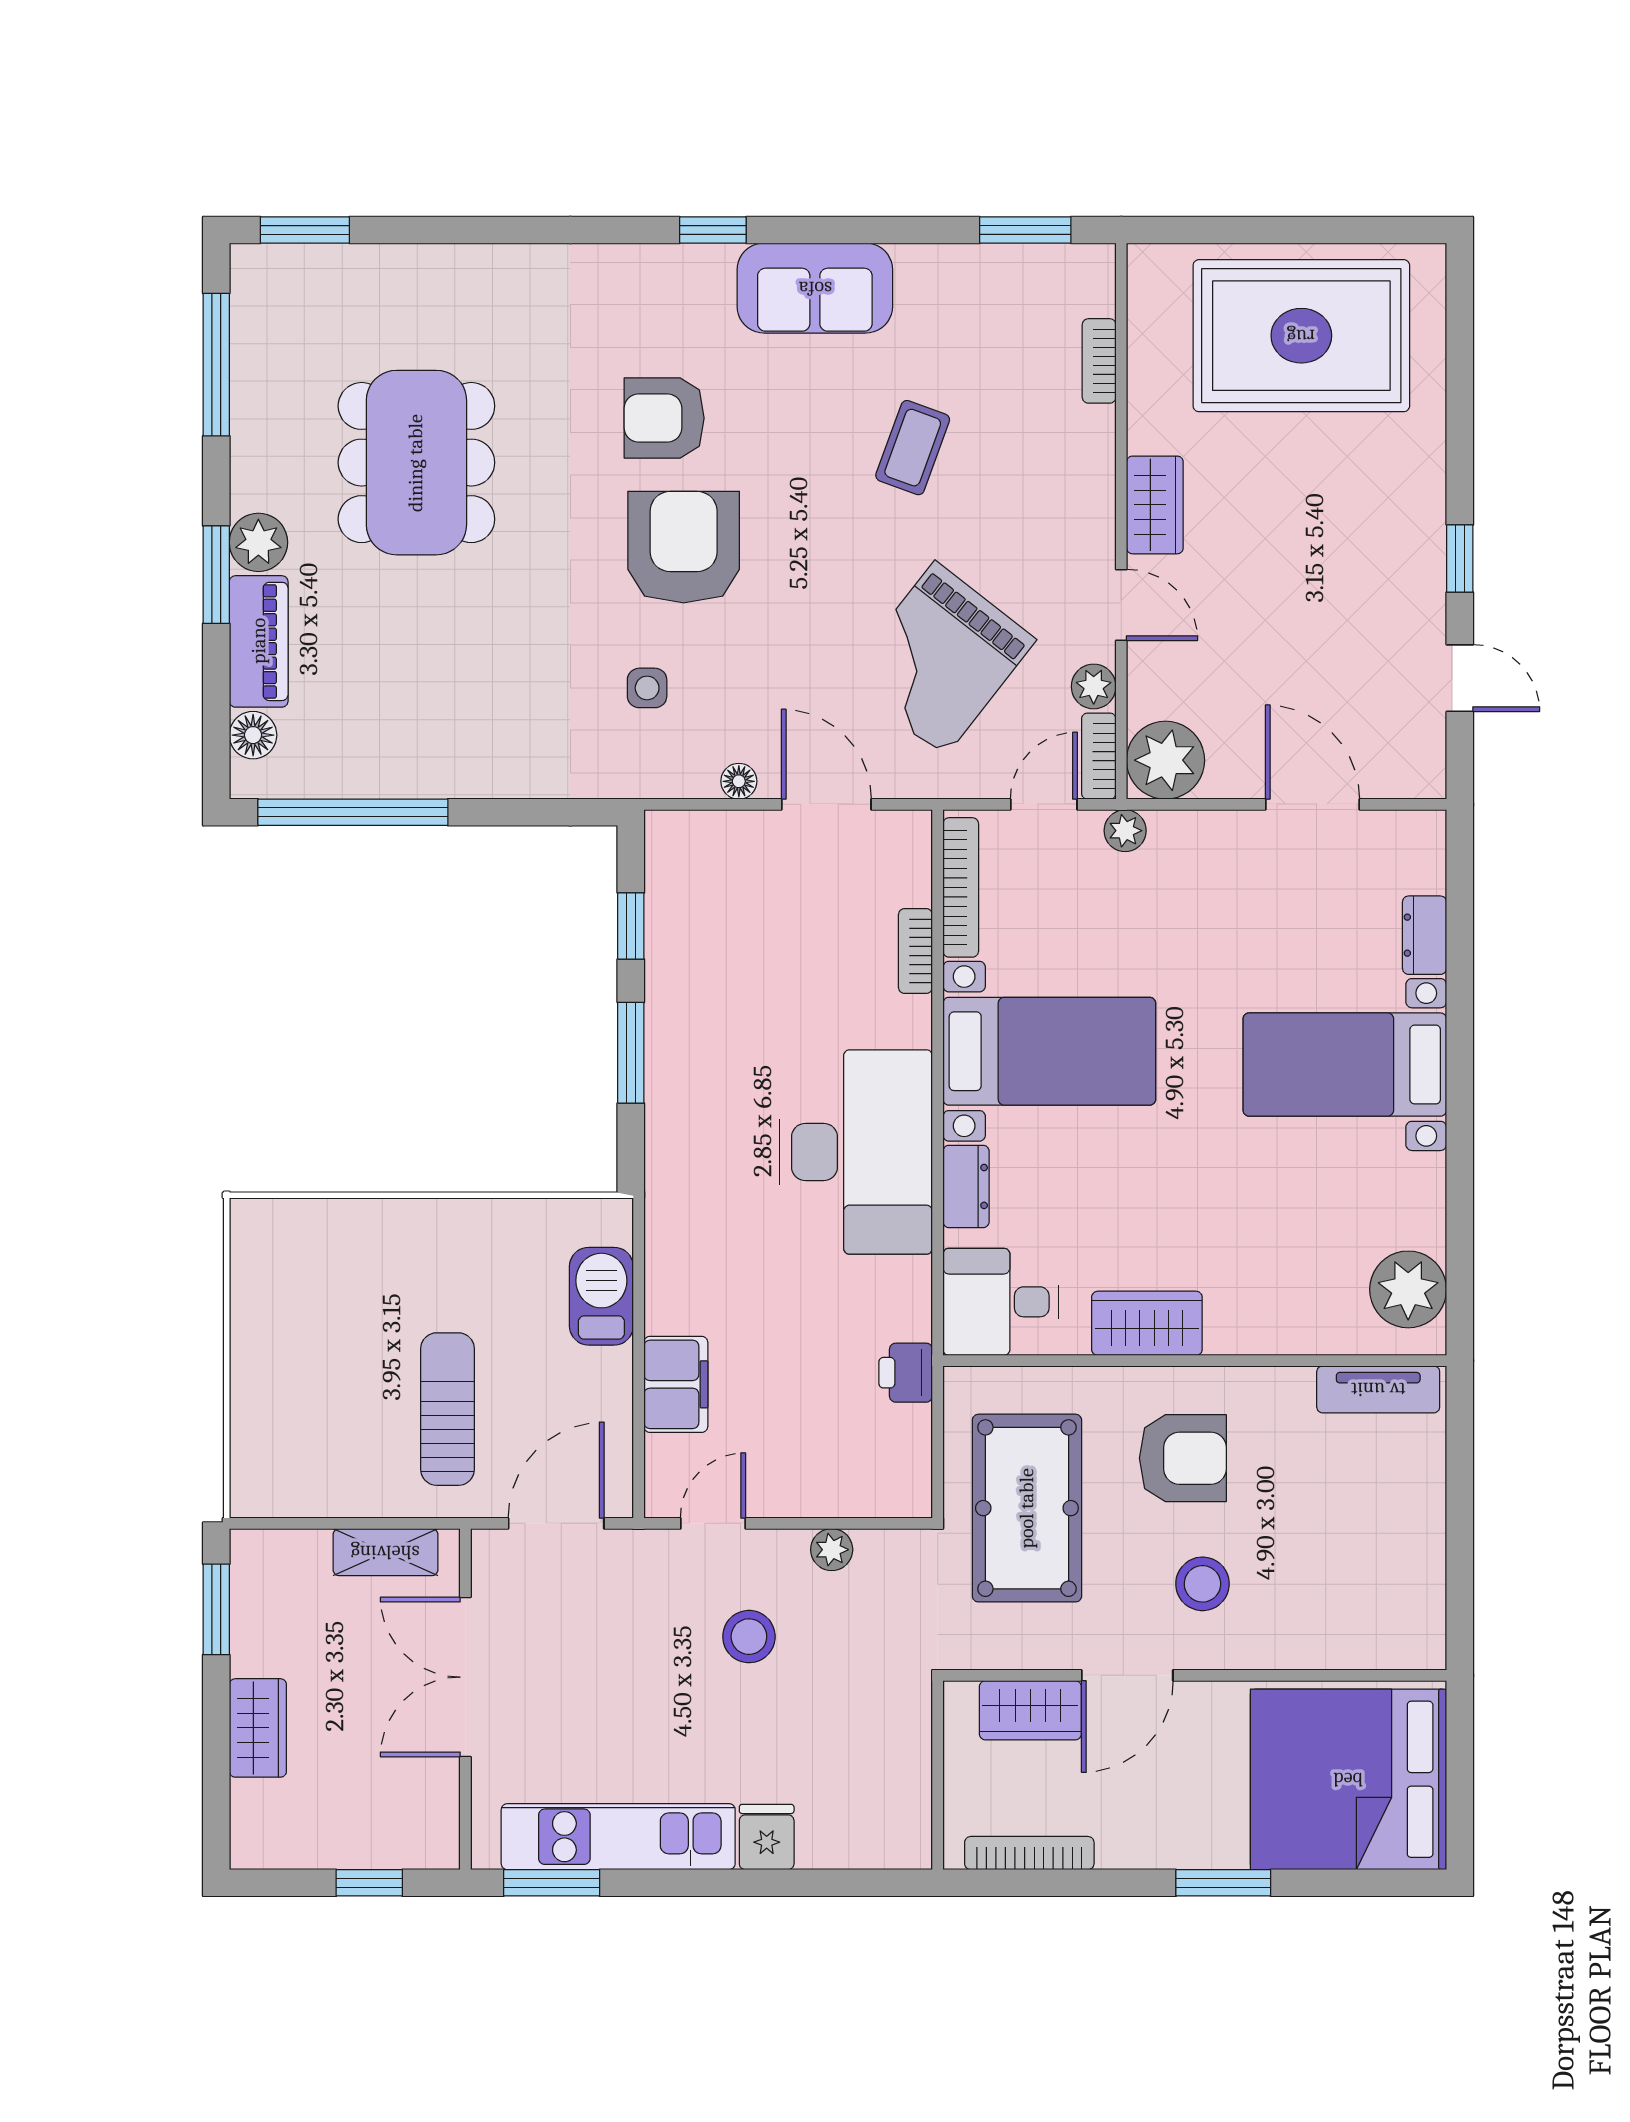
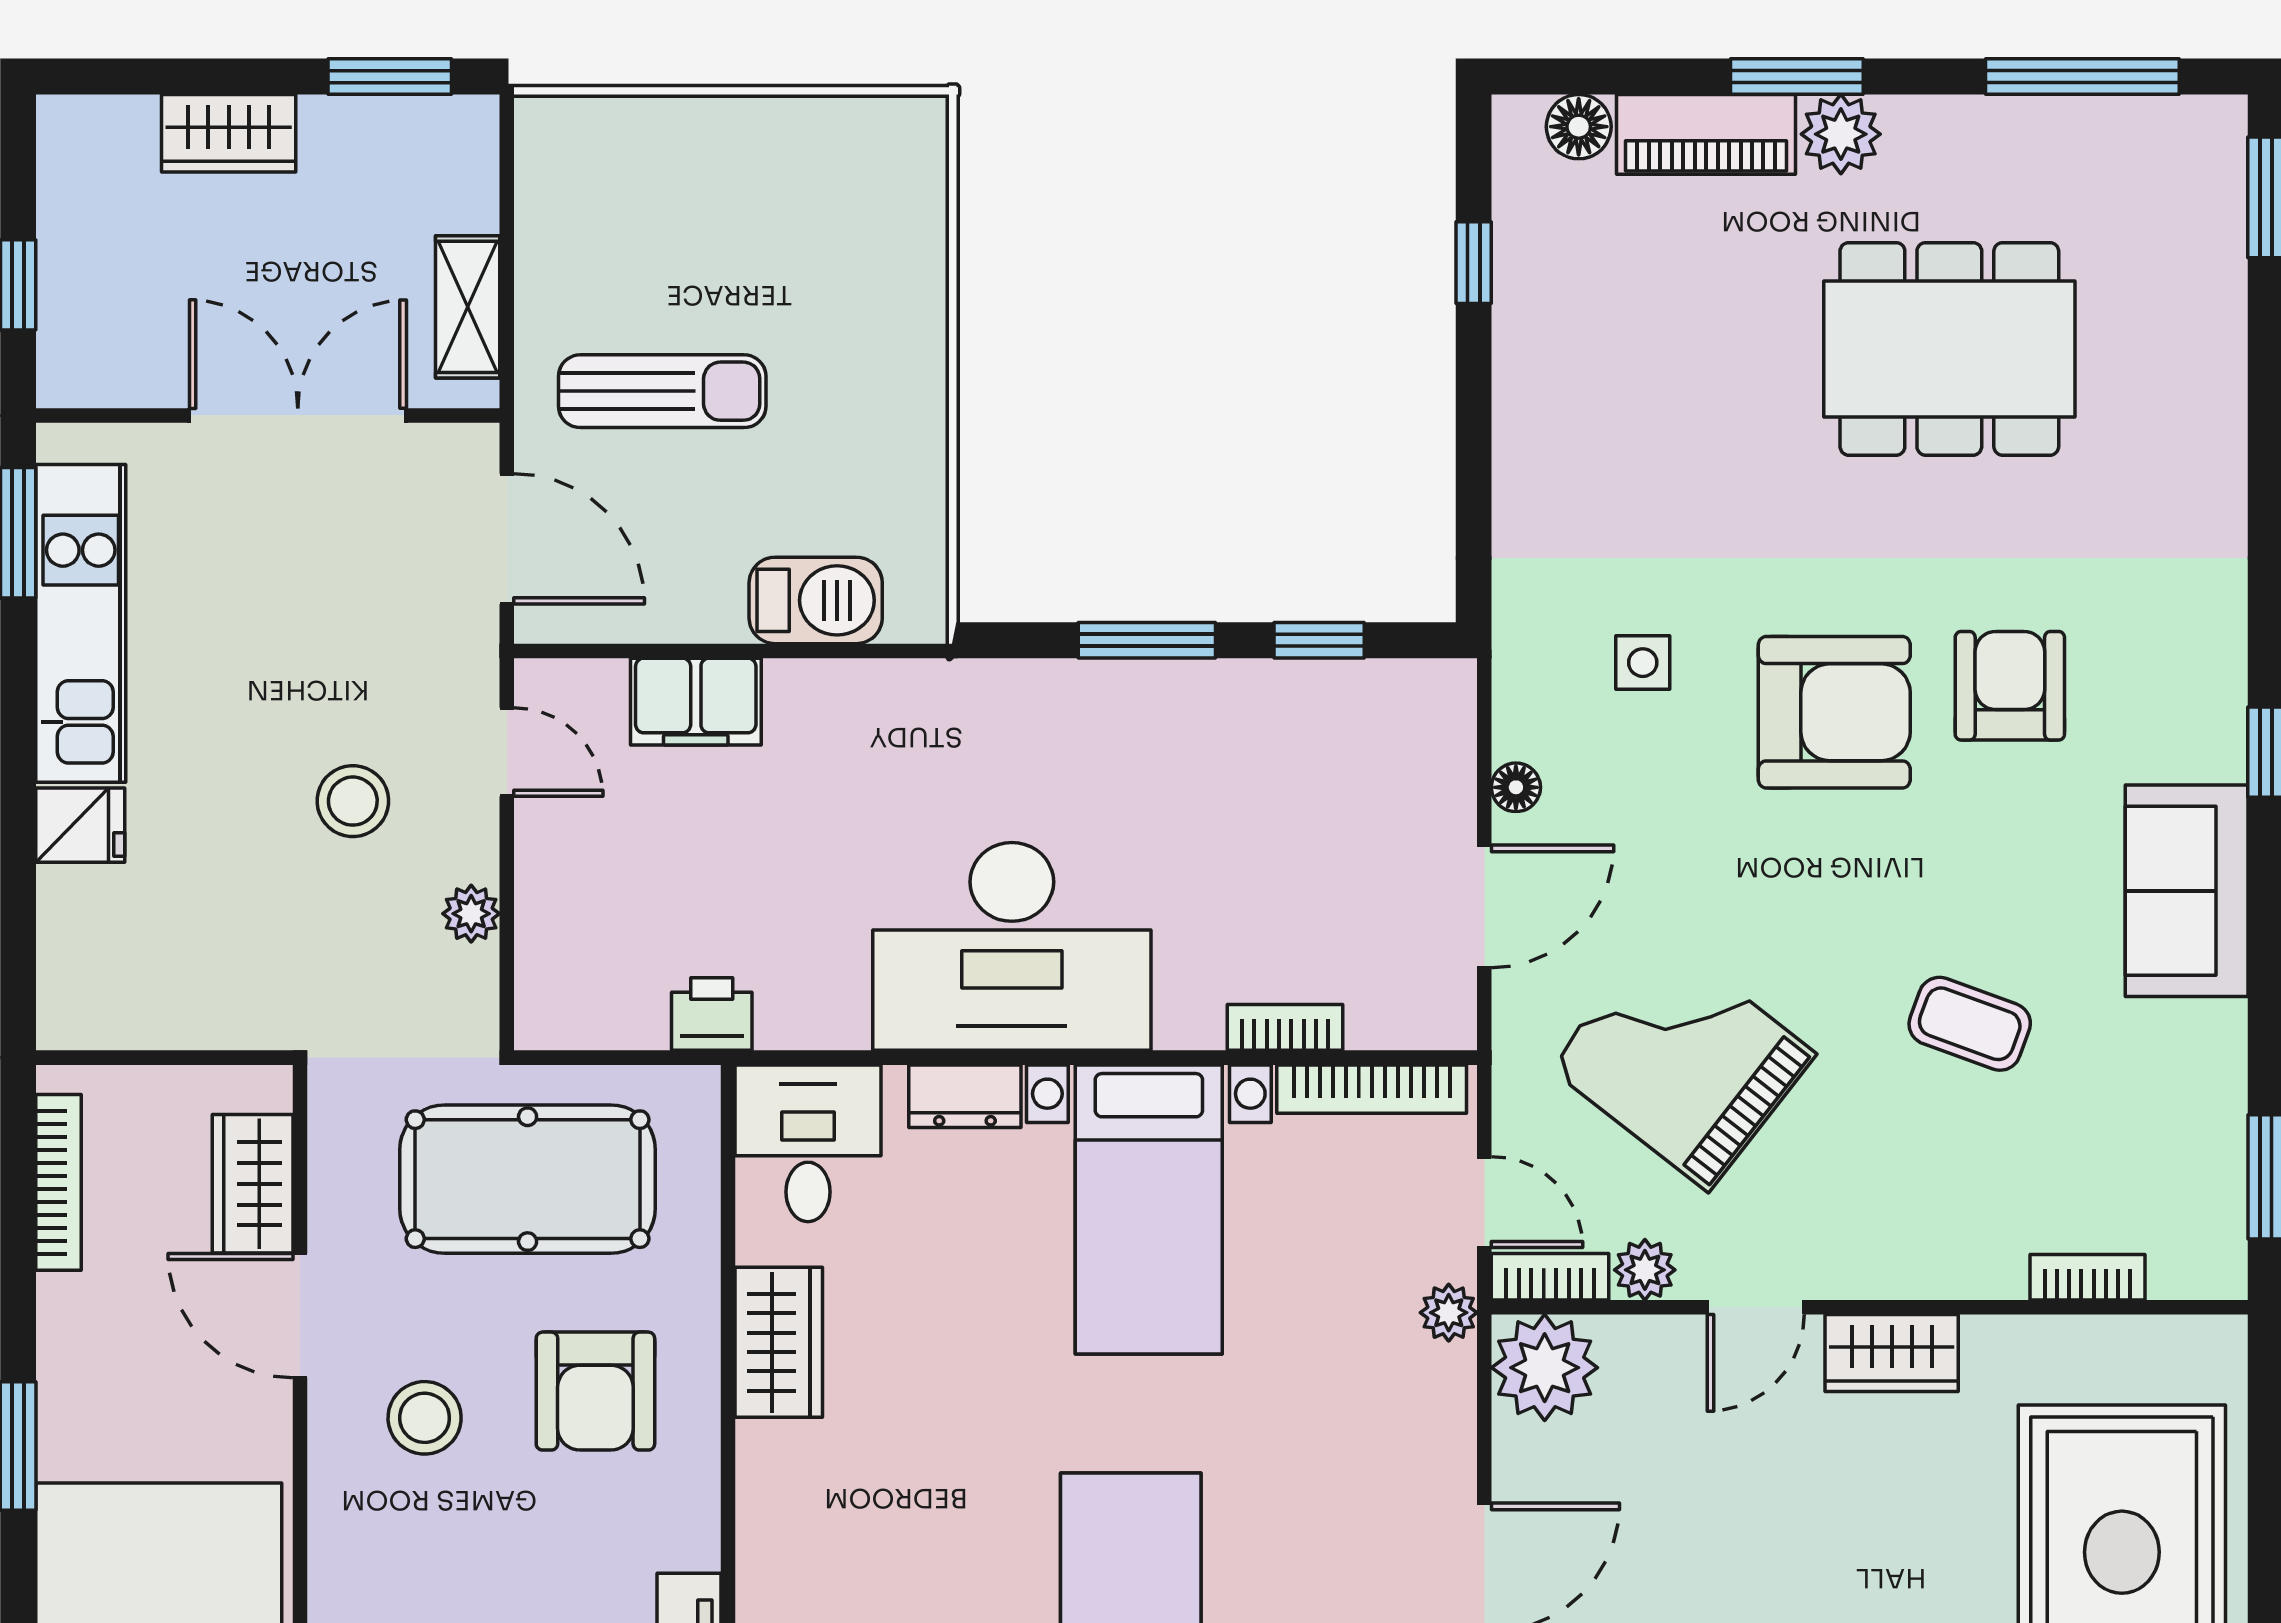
window: (353, 812) -> (1474, 263), width x0.32

